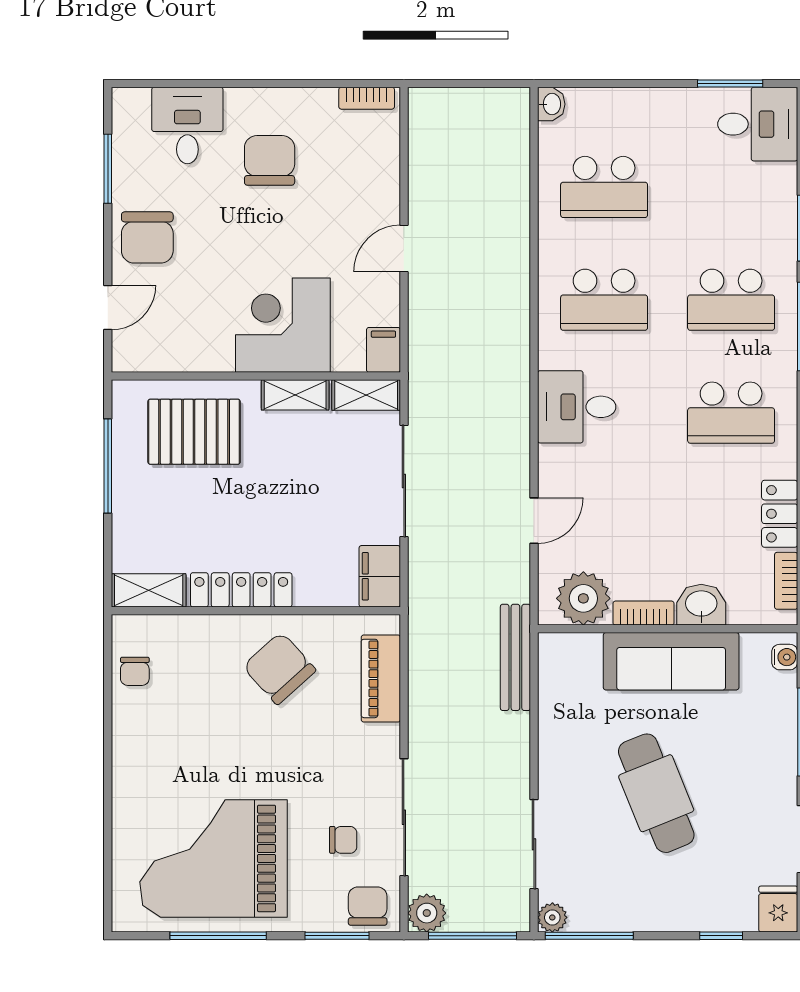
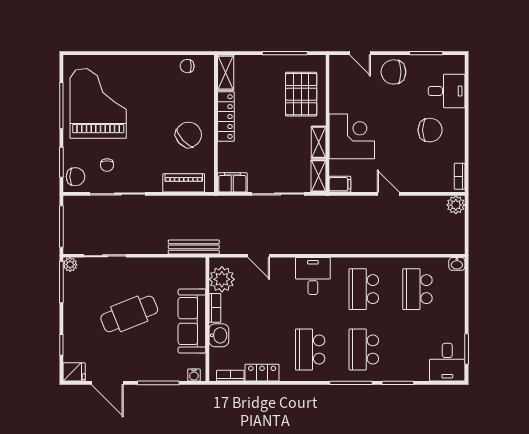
plant: (427, 913) -> (456, 205), moved

